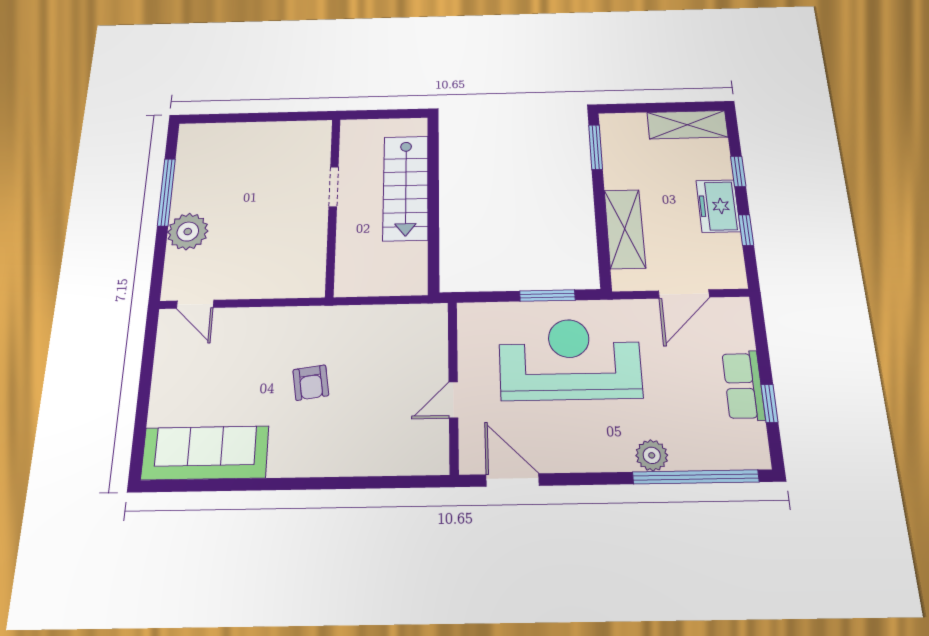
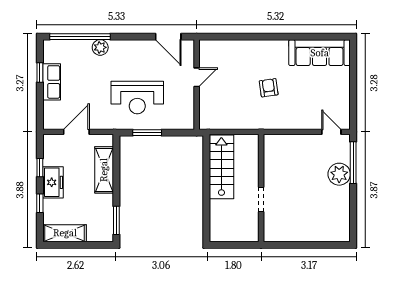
stairs: (406, 188) -> (221, 167), moved
window: (166, 192) -> (353, 163), moved
reception desk: (570, 359) -> (137, 98), width x0.74, depth x0.77

